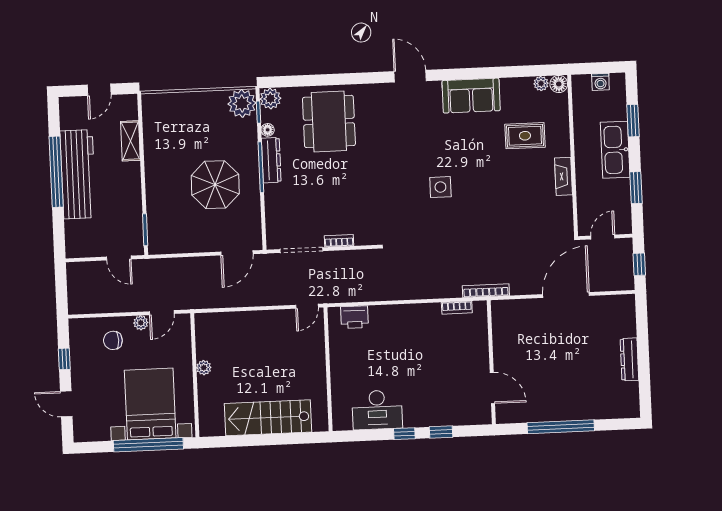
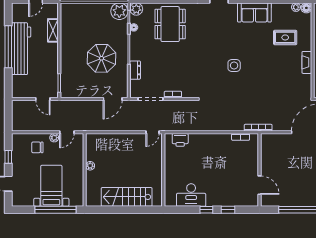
dresser: (271, 160) -> (135, 70), moved, width x0.70
bed with nightstands: (150, 404) -> (51, 186), width x0.73

